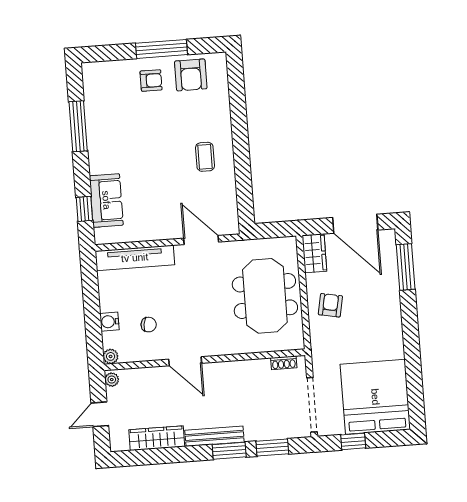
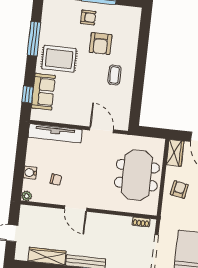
armchair: (191, 75) -> (101, 44), moved
rug: (120, 148) -> (59, 59), added
plant: (112, 380) -> (24, 212), removed

